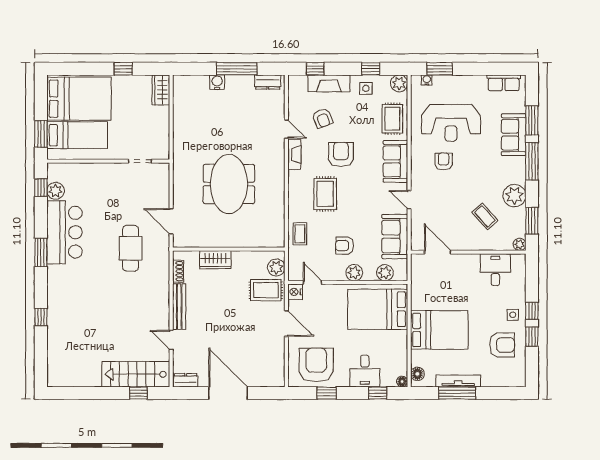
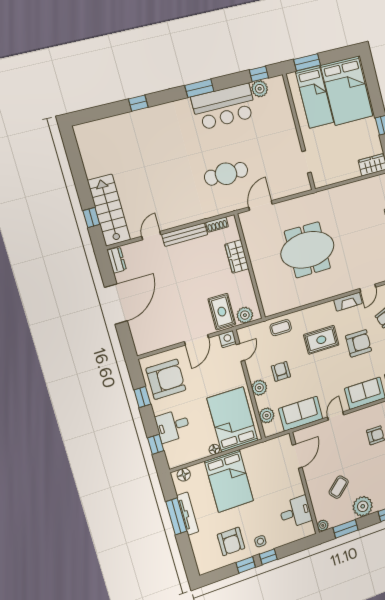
floor lamp: (402, 382) -> (214, 449), moved

